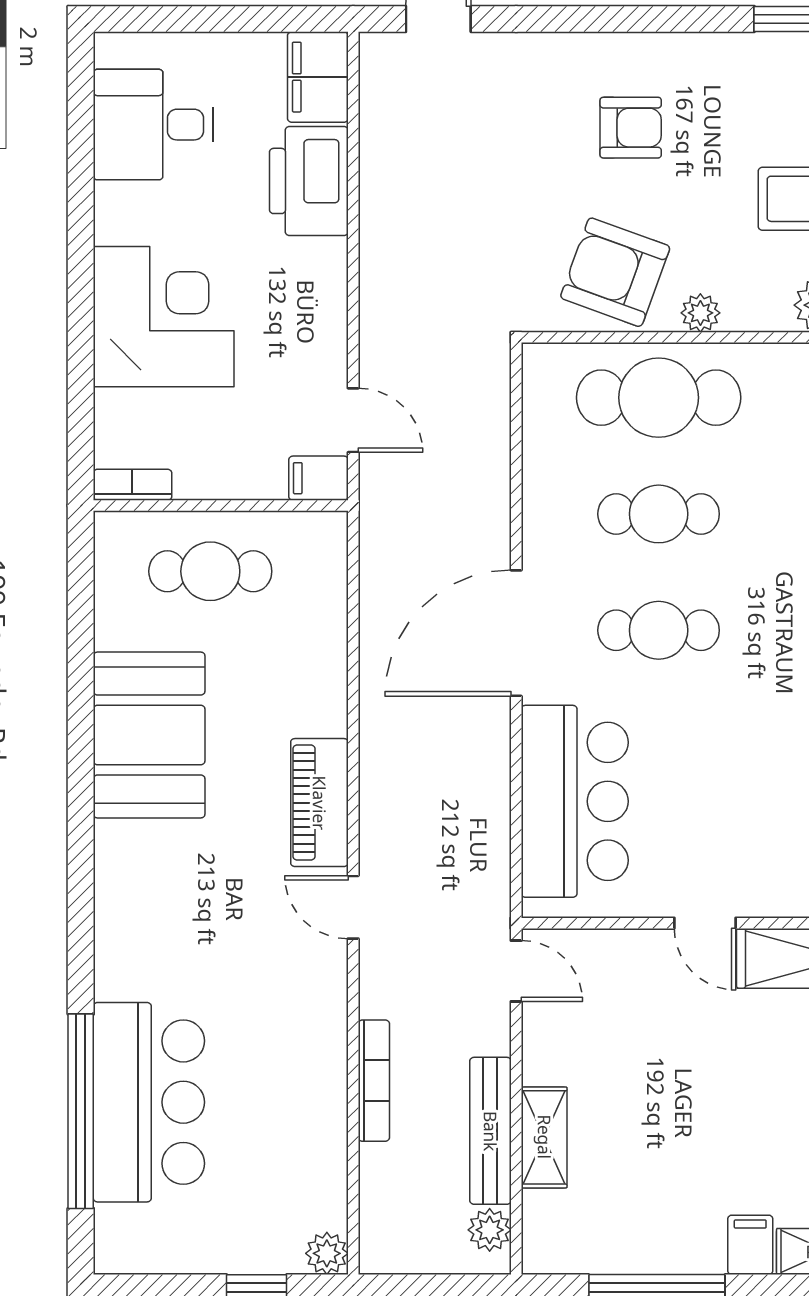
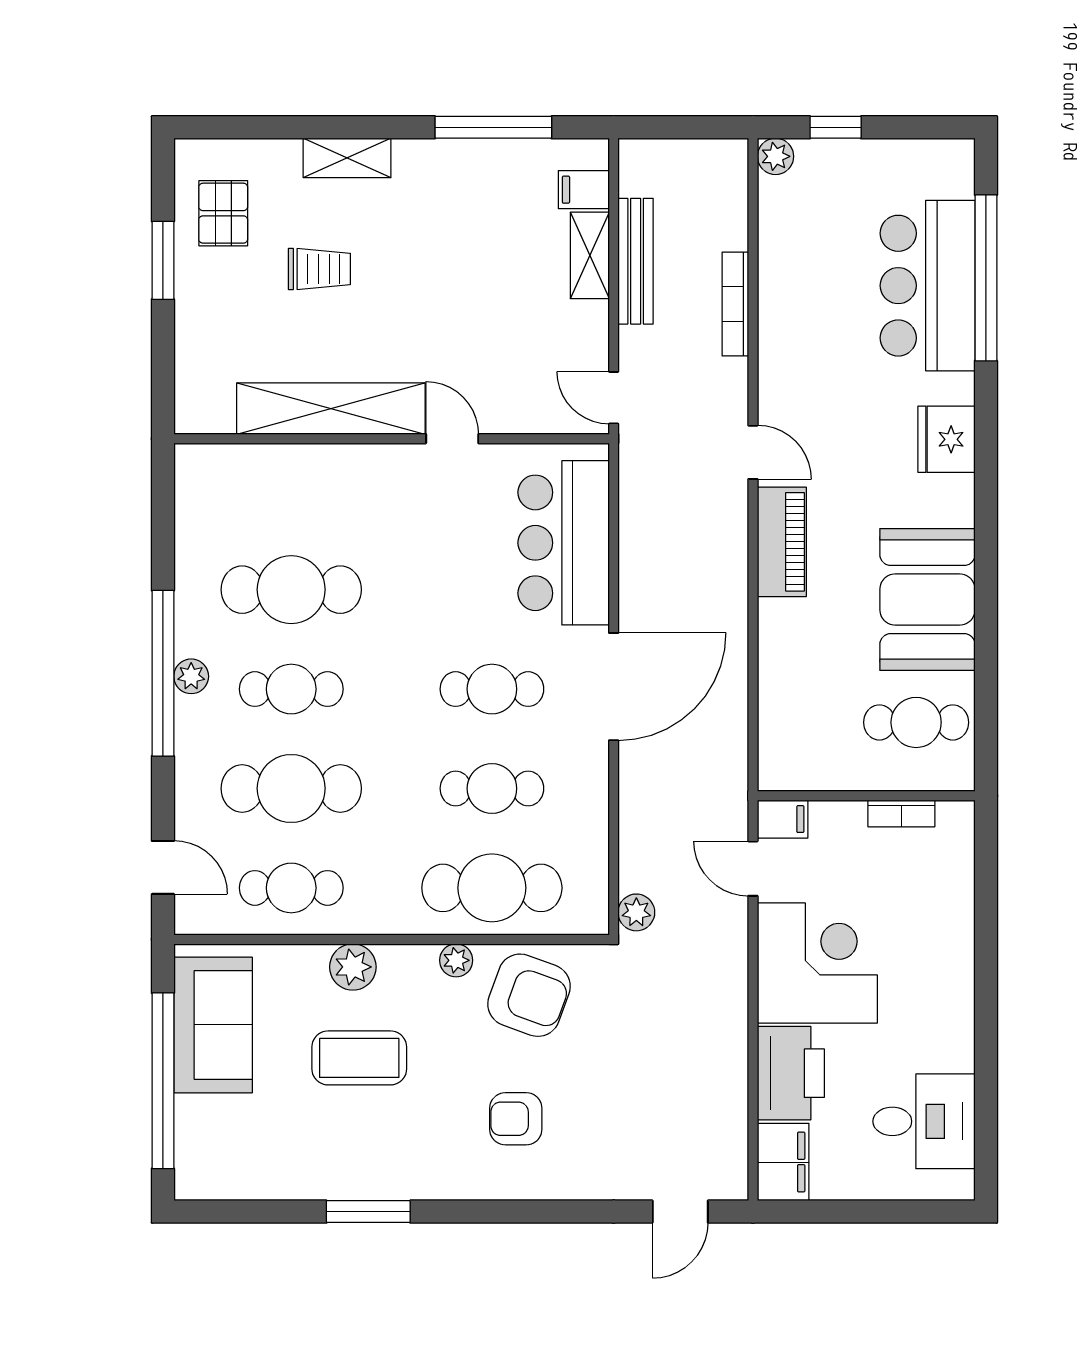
corner desk: (164, 317) -> (817, 963), moved, turned 180
bookcase: (132, 485) -> (901, 813), moved
cafe table: (210, 571) -> (916, 722), moved
fridge: (127, 922) -> (946, 439), added
plant: (490, 1230) -> (636, 912), moved
filing cabinet: (750, 1245) -> (584, 190), moved, turned 90

